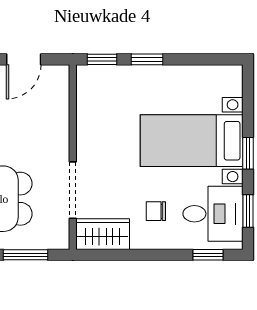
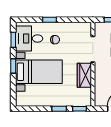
wardrobe: (103, 234) -> (84, 75), moved, turned 90
window: (208, 255) -> (49, 20), moved

